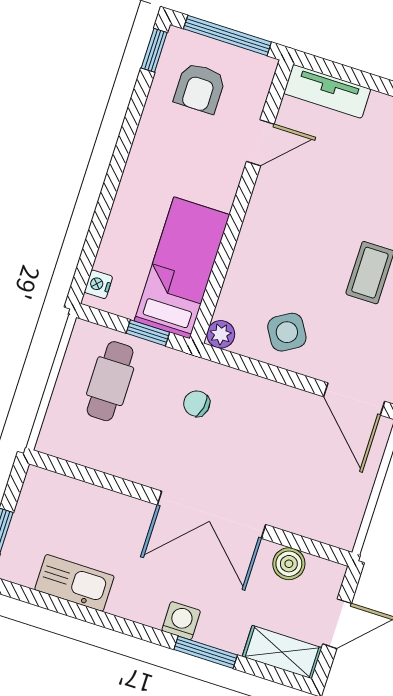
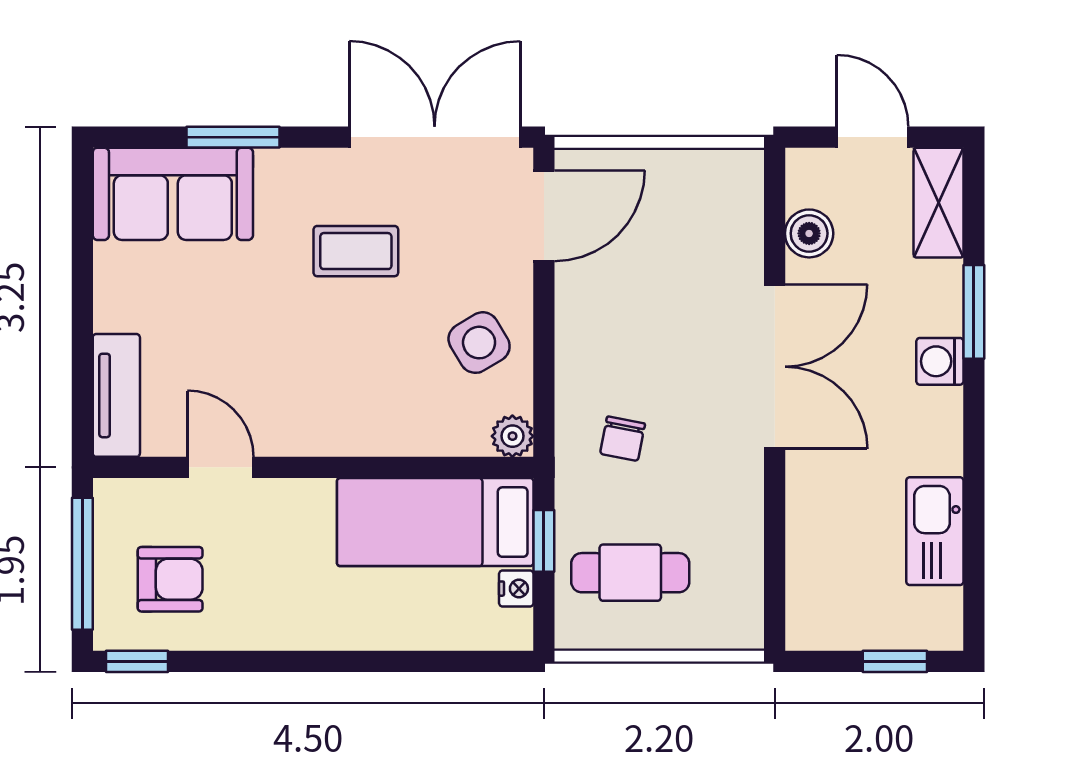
nightstand: (98, 284) -> (516, 589), moved, turned -90

